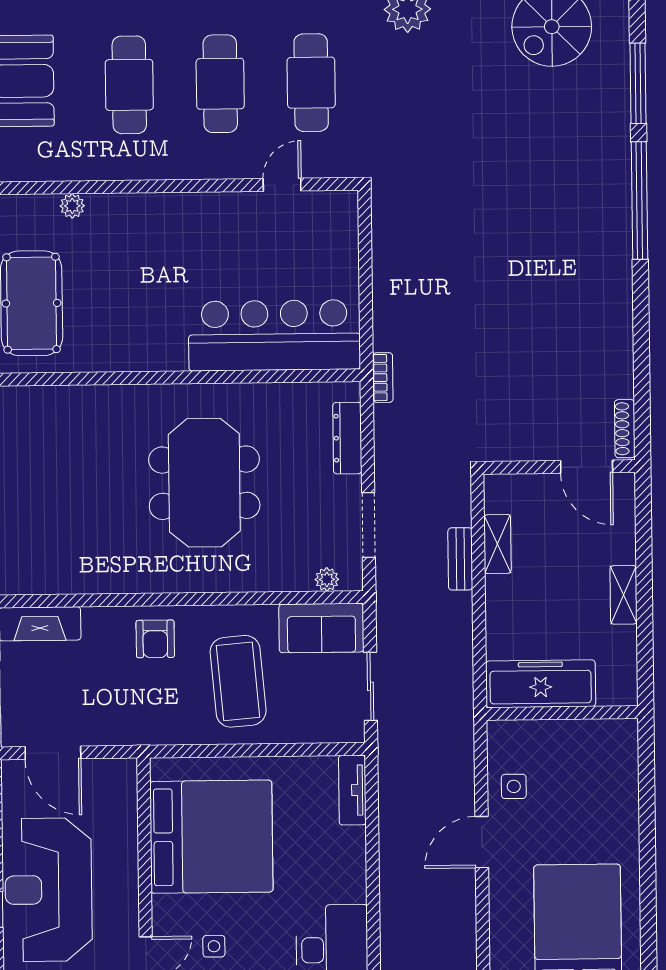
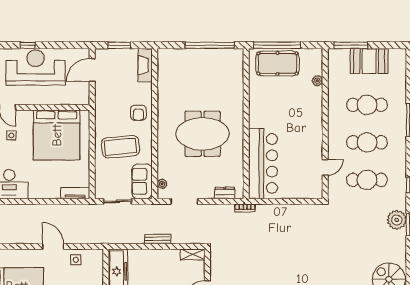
door: (282, 185) -> (325, 167), hinge flipped
dresser: (347, 438) -> (225, 193), width x0.70
shelving: (497, 544) -> (193, 254), moved
bench: (460, 559) -> (158, 239), moved
armchair: (155, 639) -> (138, 113), turned -90

